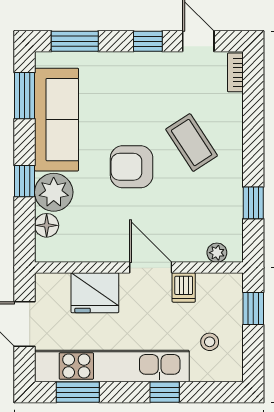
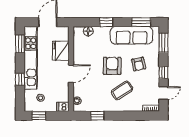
armchair: (127, 102) -> (139, 64), added
plant: (54, 192) -> (102, 34), removed
dishwasher: (184, 287) -> (63, 107), moved
window: (253, 309) -> (39, 116), moved

